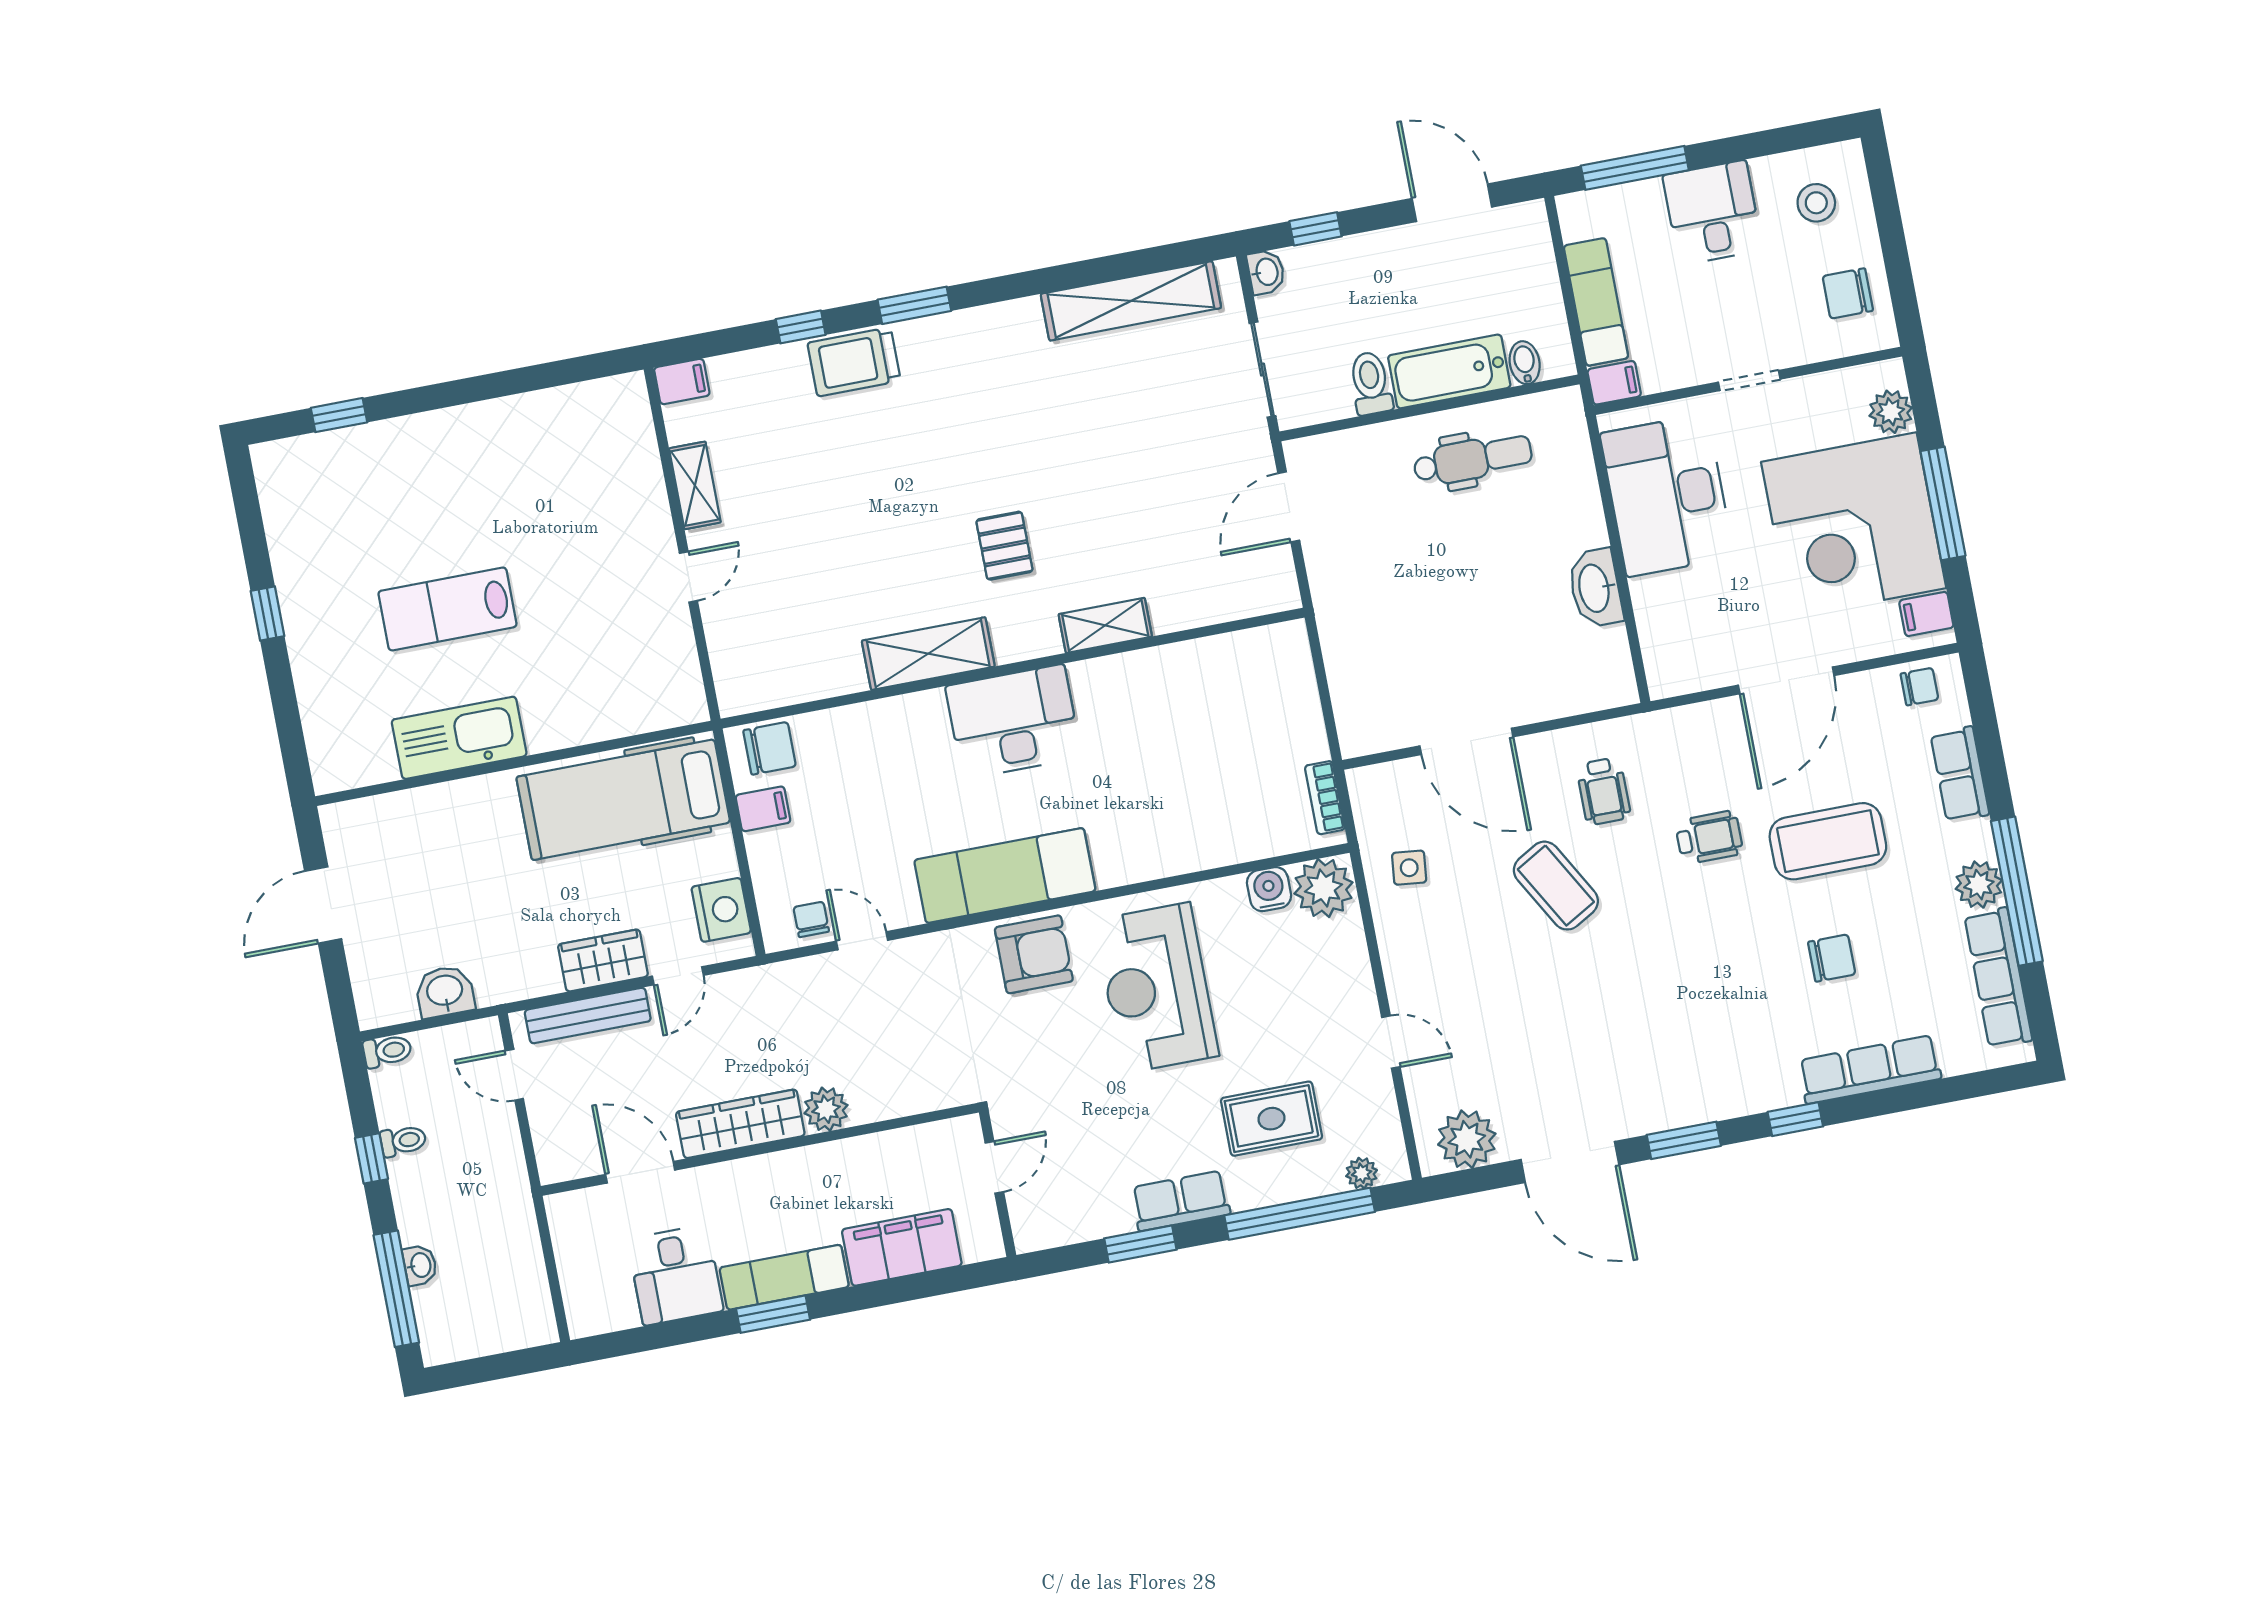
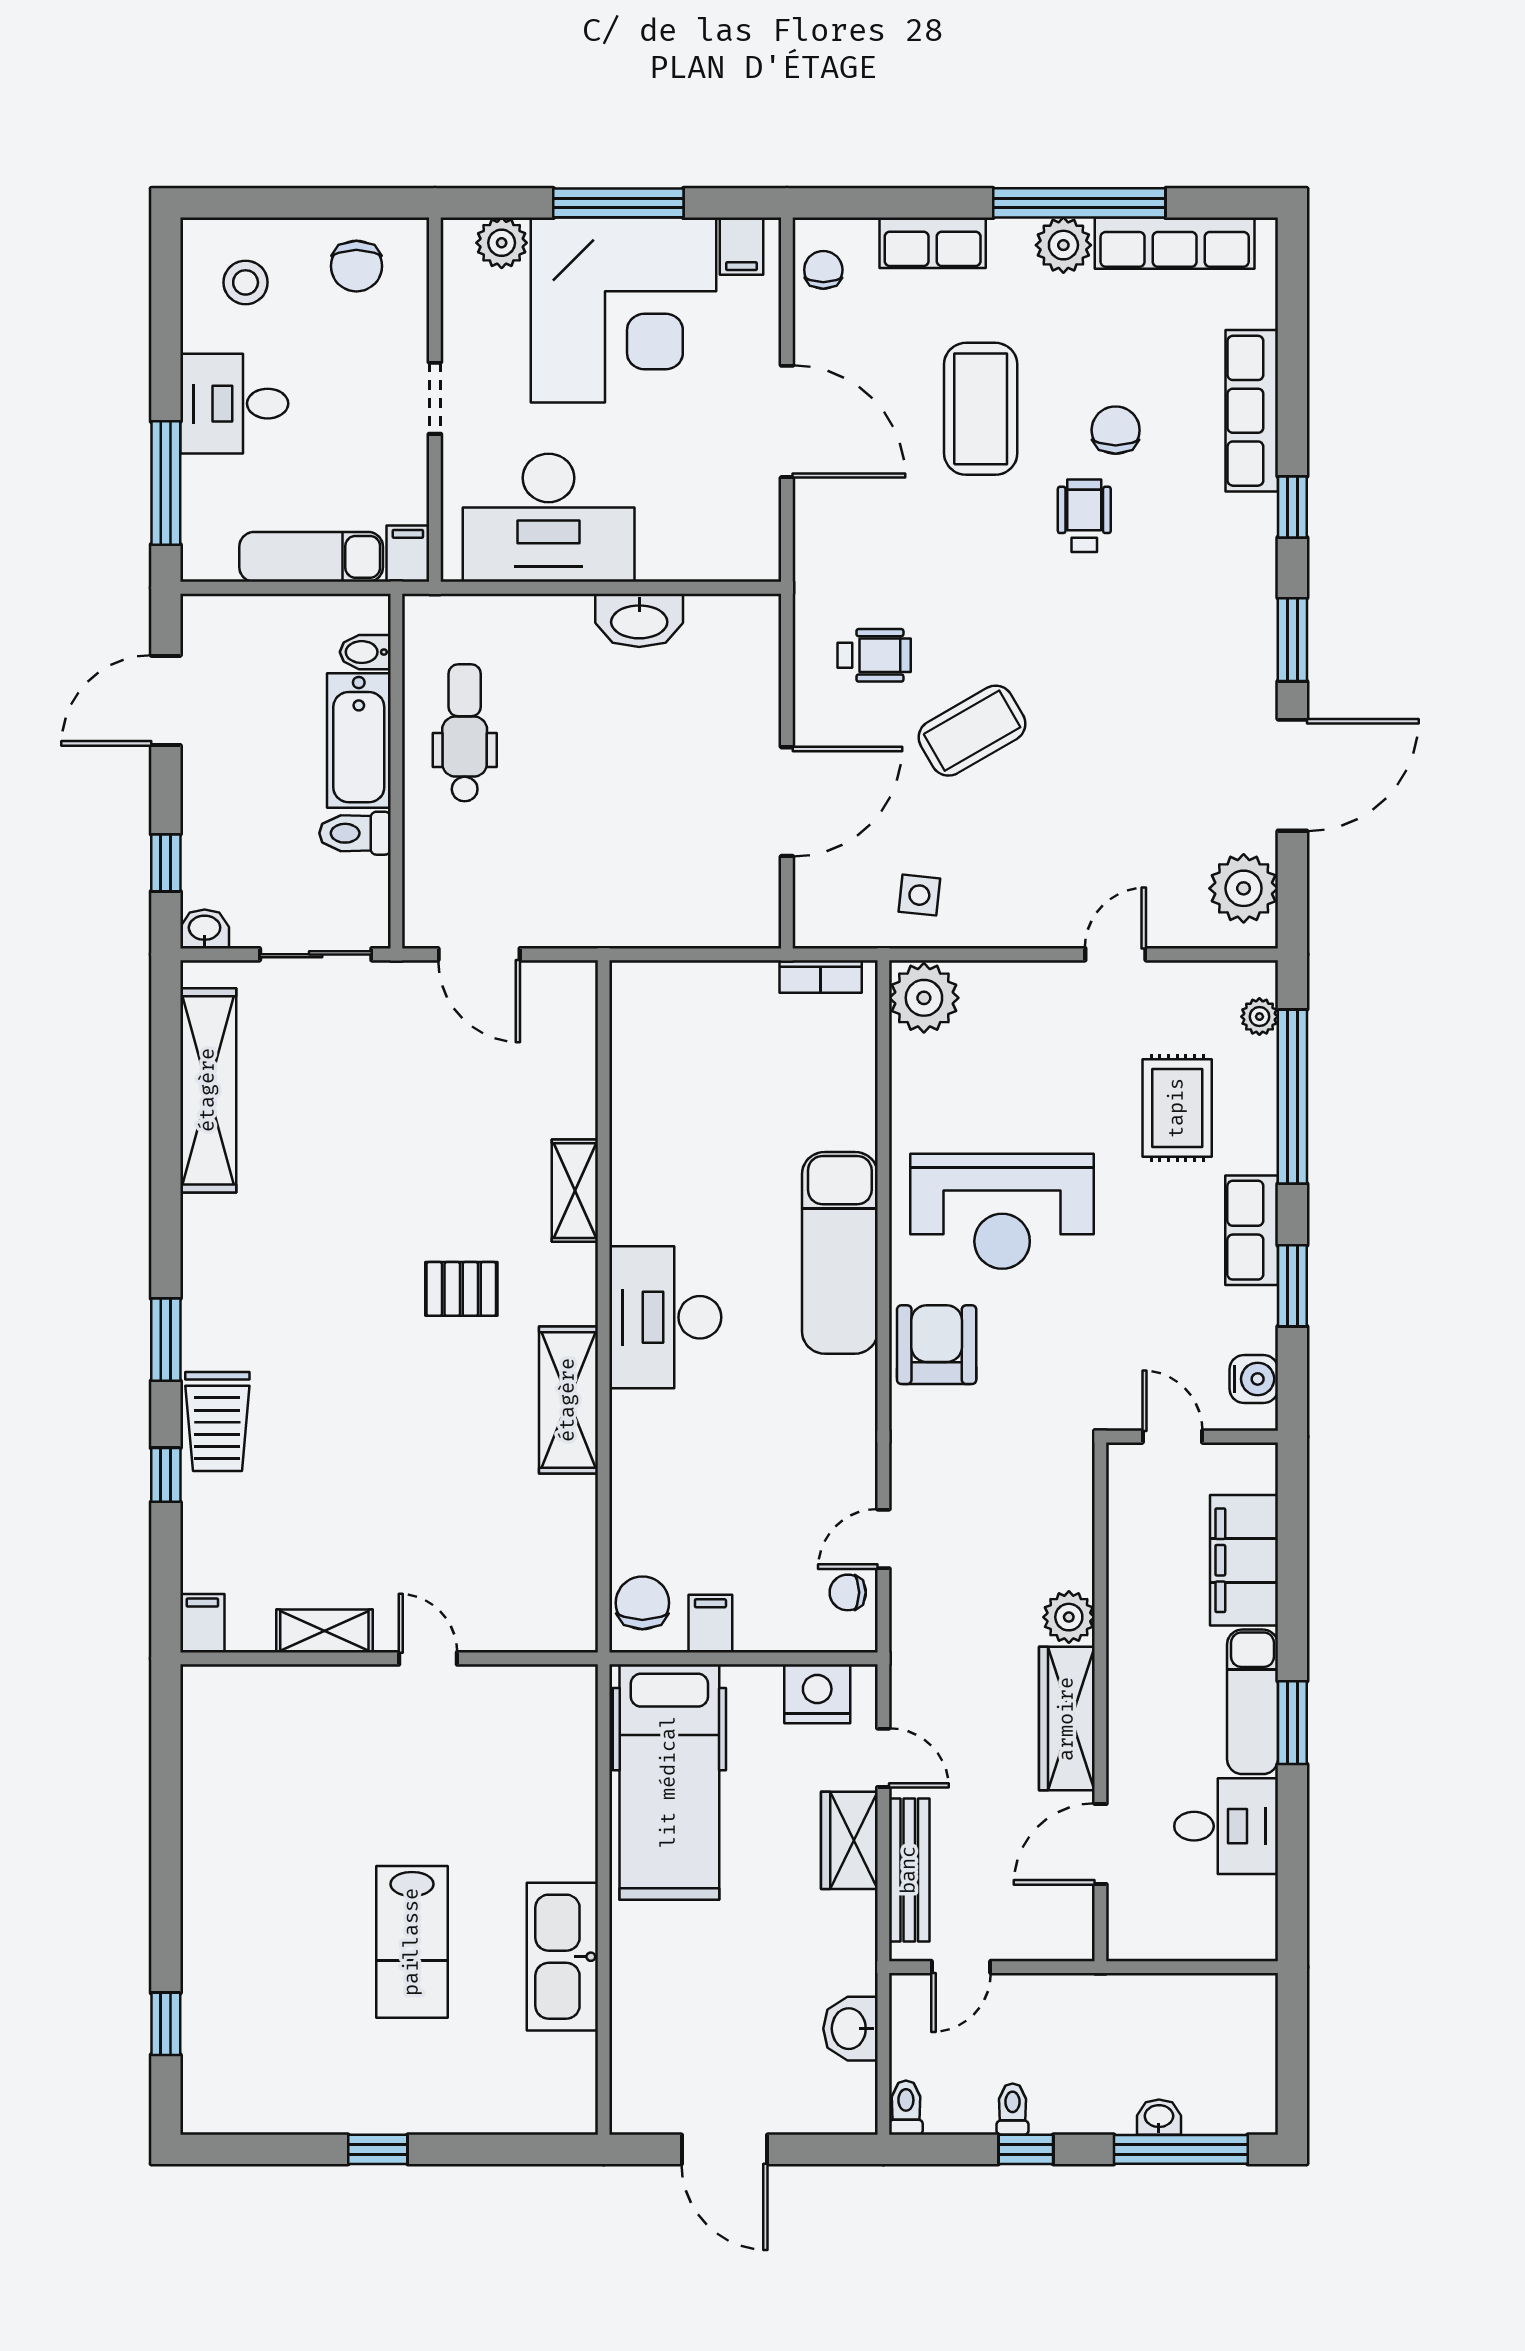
wheelchair: (1709, 837) -> (1084, 516), moved
exam couch: (1005, 876) -> (840, 1253), moved
water cooler: (1269, 889) -> (1254, 1379), moved, turned 180

